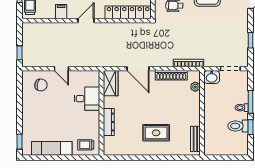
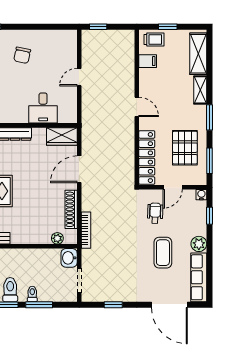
filing cabinet: (61, 12) -> (148, 61), moved
chair: (41, 85) -> (22, 55), moved

